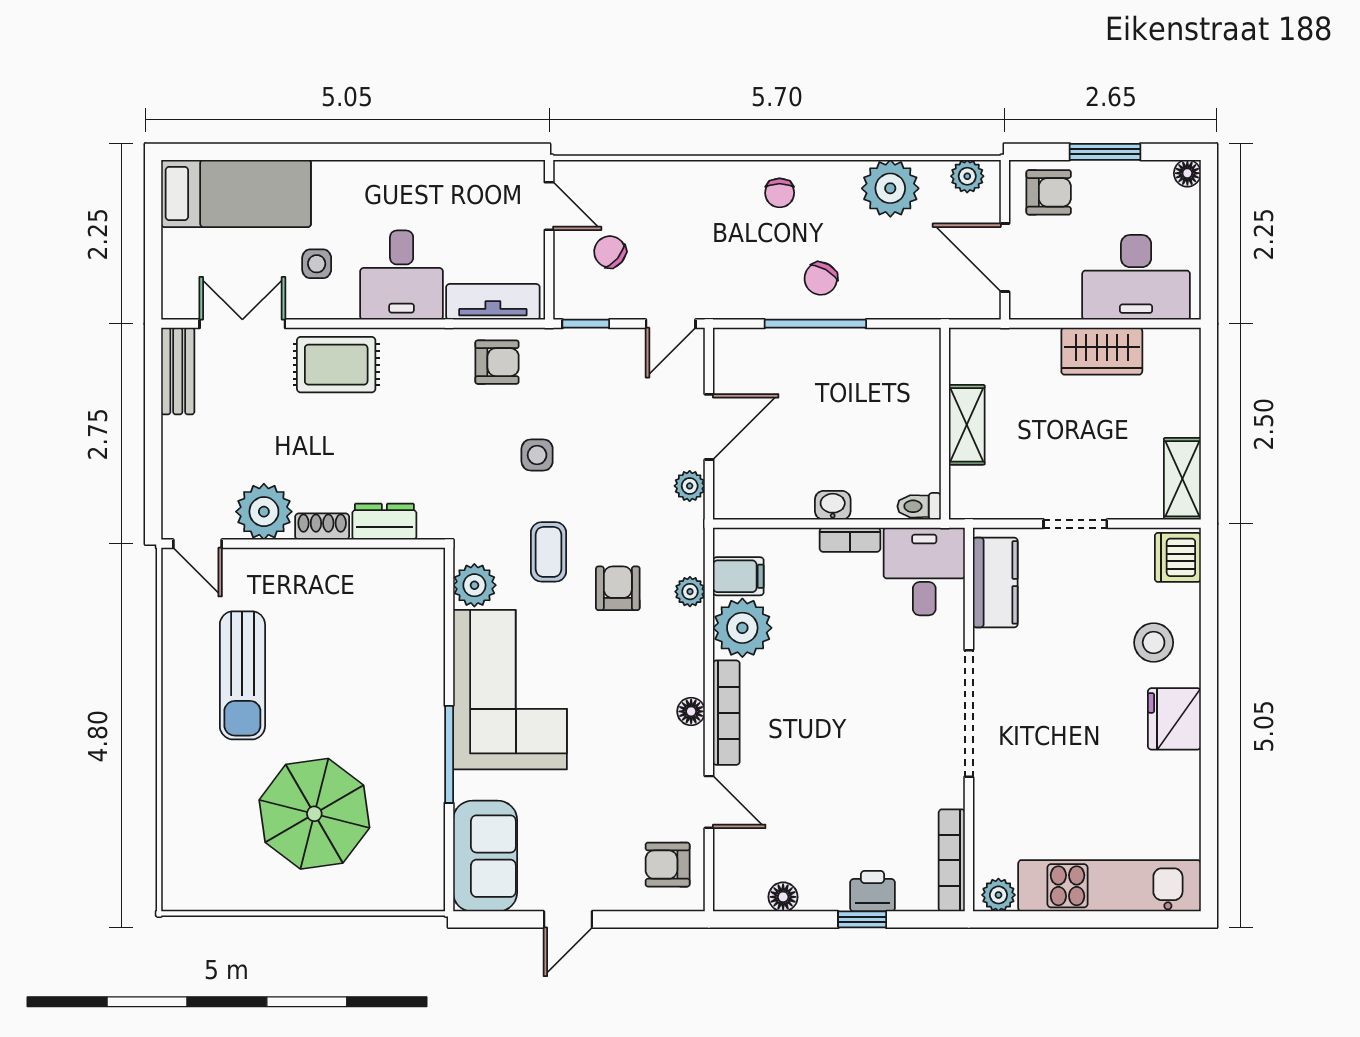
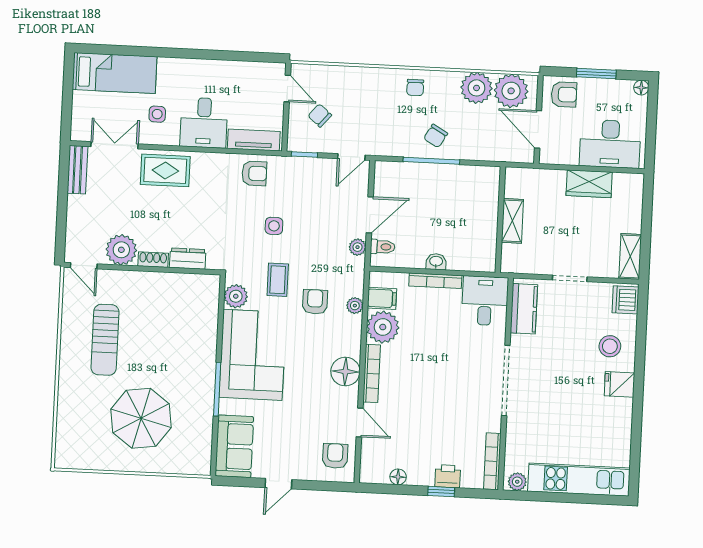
plant: (967, 176) -> (511, 91), width x1.87, depth x1.87
toilet: (919, 506) -> (383, 247), moved, turned 180
bookcase: (850, 540) -> (435, 281), width x1.56
floor lamp: (691, 711) -> (345, 372), width x1.89, depth x1.89
fridge: (1174, 719) -> (619, 384), width x0.72
armchair: (668, 865) -> (335, 456), turned 90

